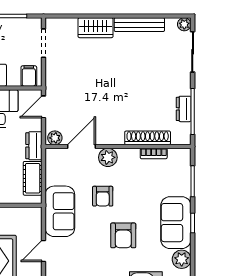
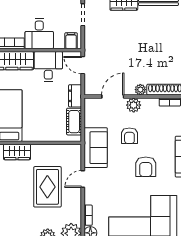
door: (44, 107) -> (83, 65), hinge flipped
plant: (55, 138) -> (140, 90), moved

